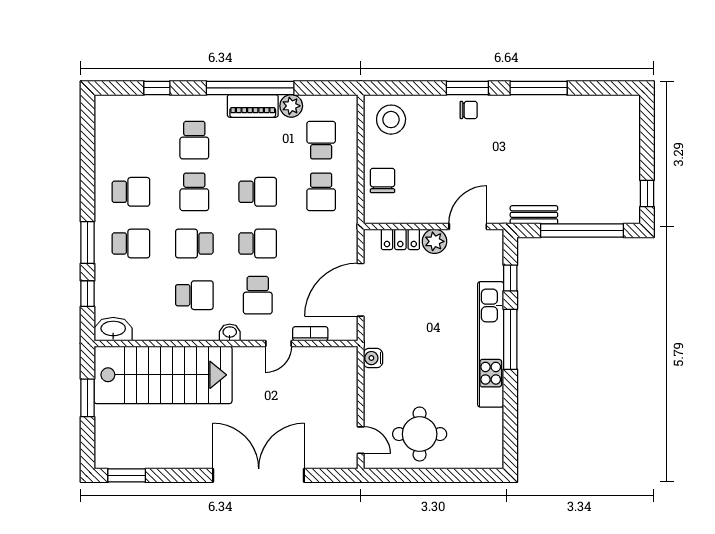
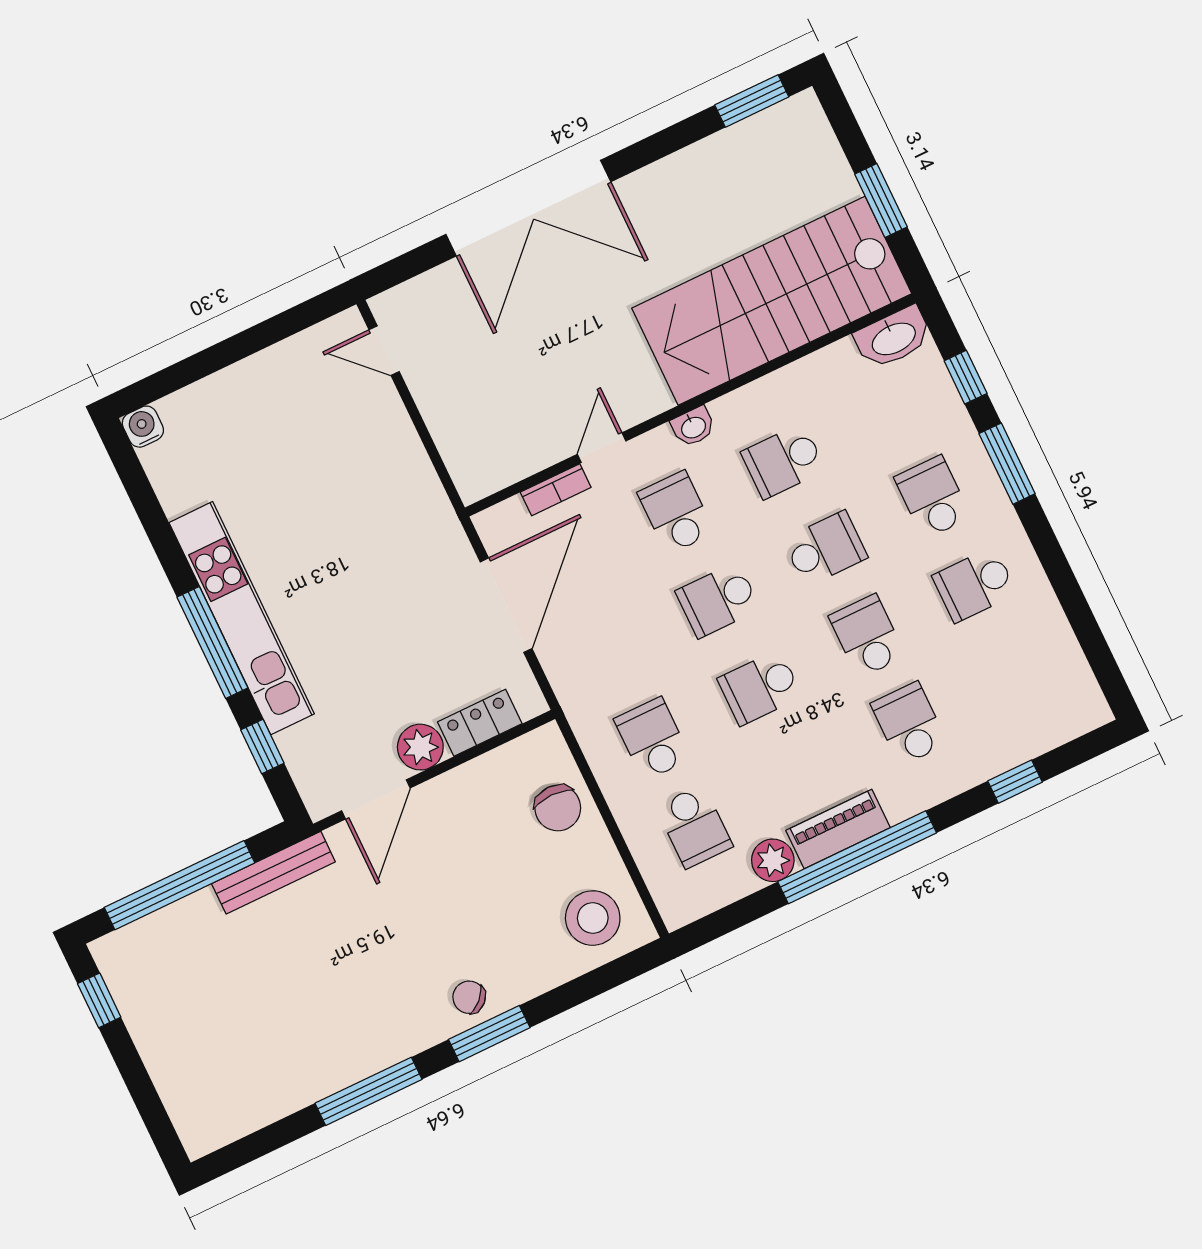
chair: (469, 110) -> (469, 997), turned 46
bench: (534, 215) -> (273, 873), width x1.36
school desk: (131, 243) -> (933, 497), turned 90
water cooler: (373, 358) -> (143, 427), moved, turned -90
round table: (420, 434) -> (289, 409), removed

